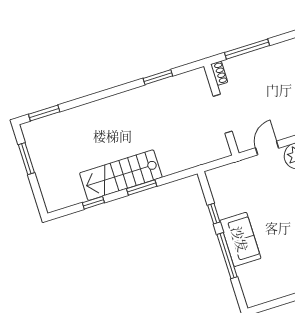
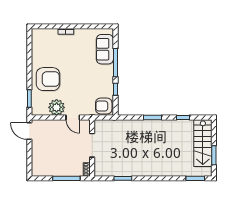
door: (267, 148) -> (73, 118), hinge flipped
stairs: (121, 175) -> (203, 143), moved, turned 90
armchair: (224, 181) -> (104, 106), added
sofa: (240, 239) -> (105, 49), moved

